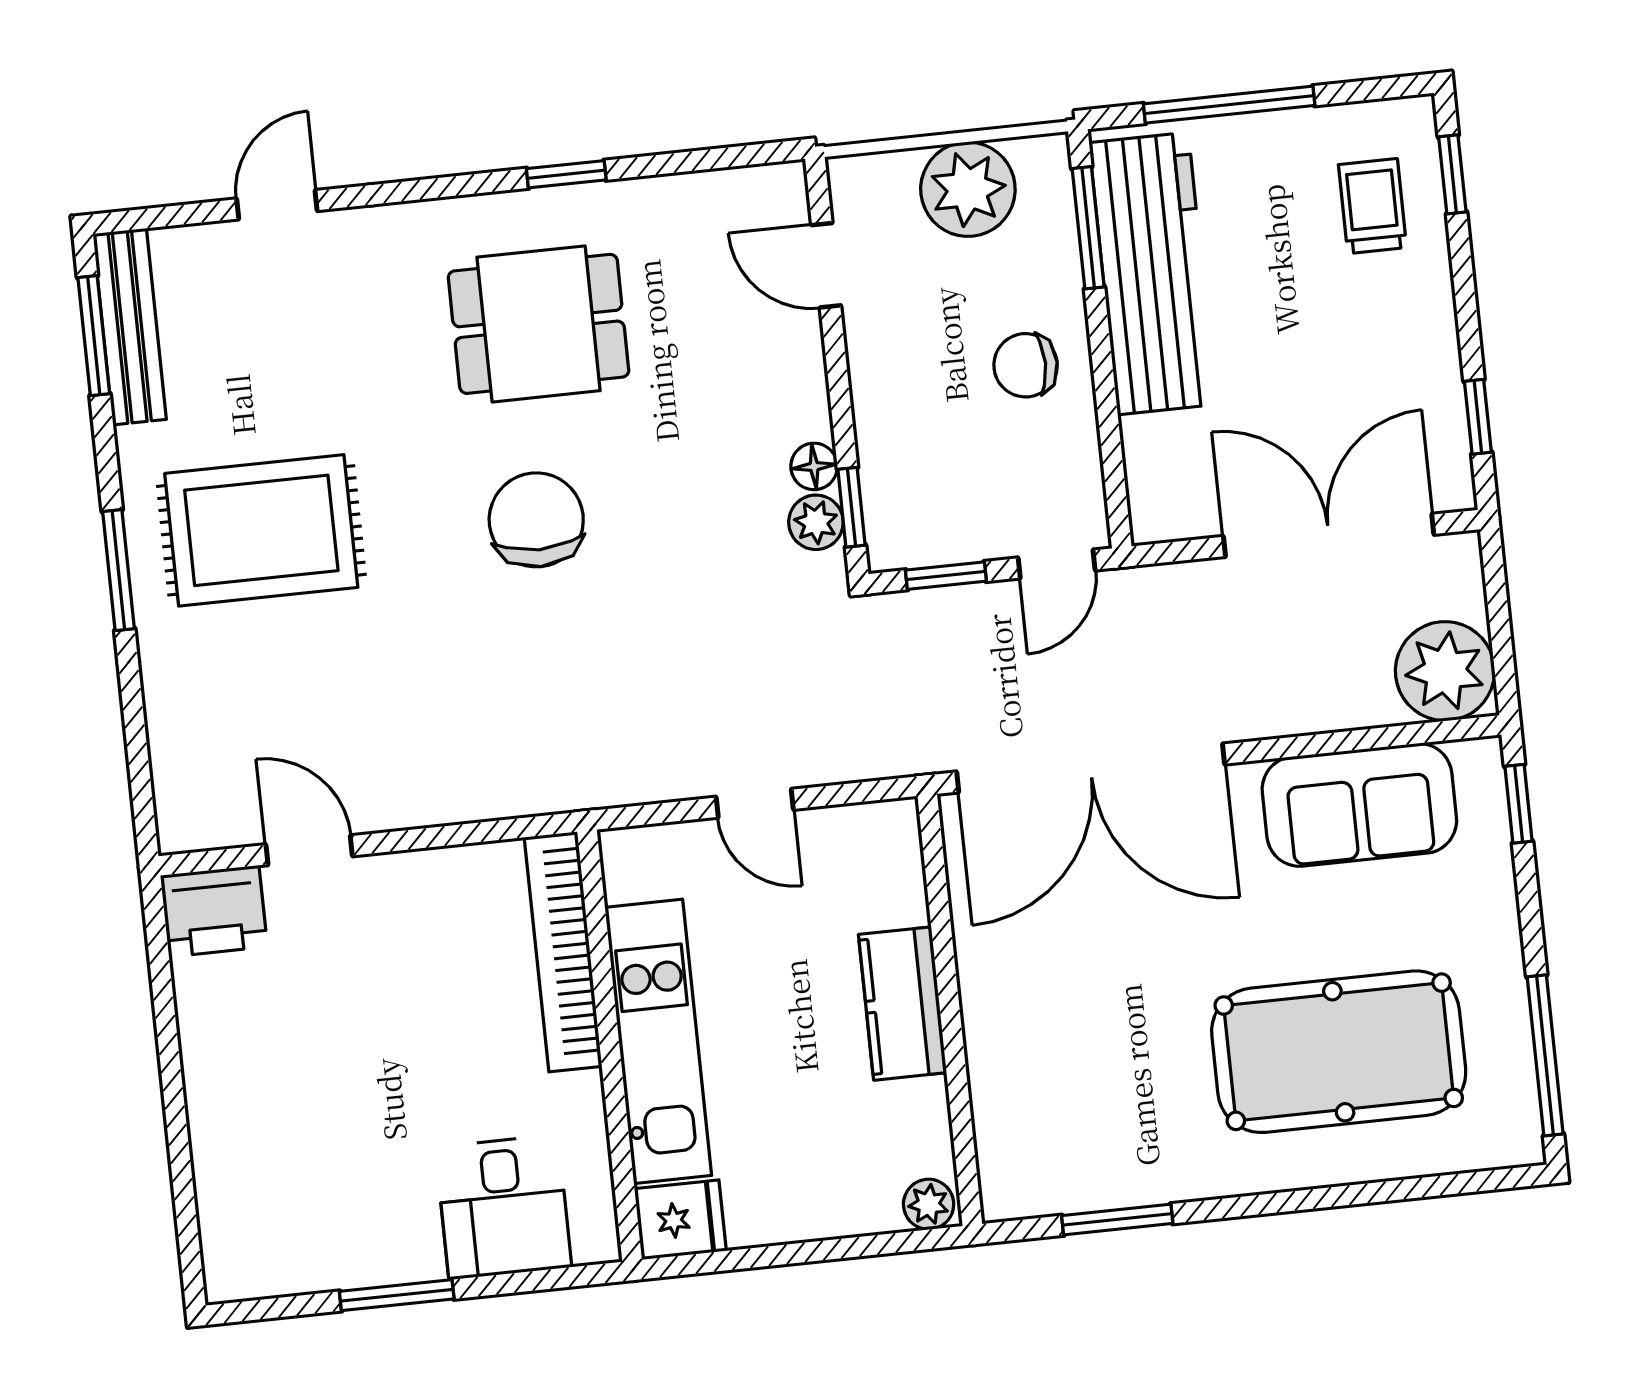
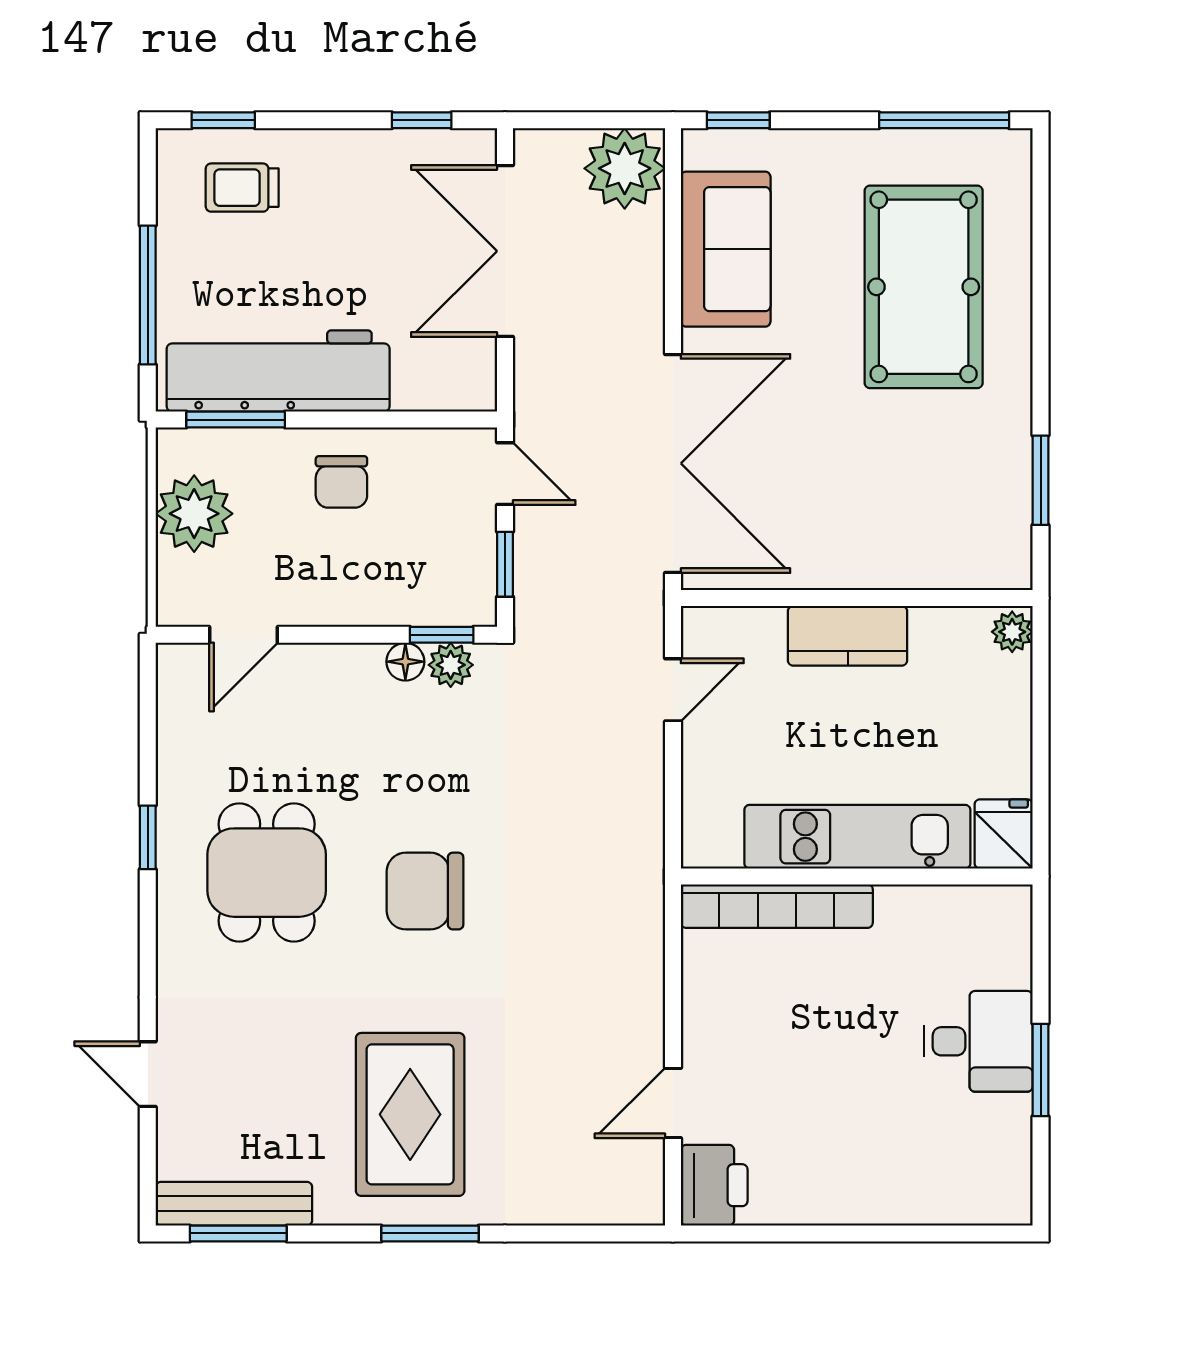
door: (755, 803) -> (673, 690), moved
desk: (503, 1207) -> (978, 1041), moved

